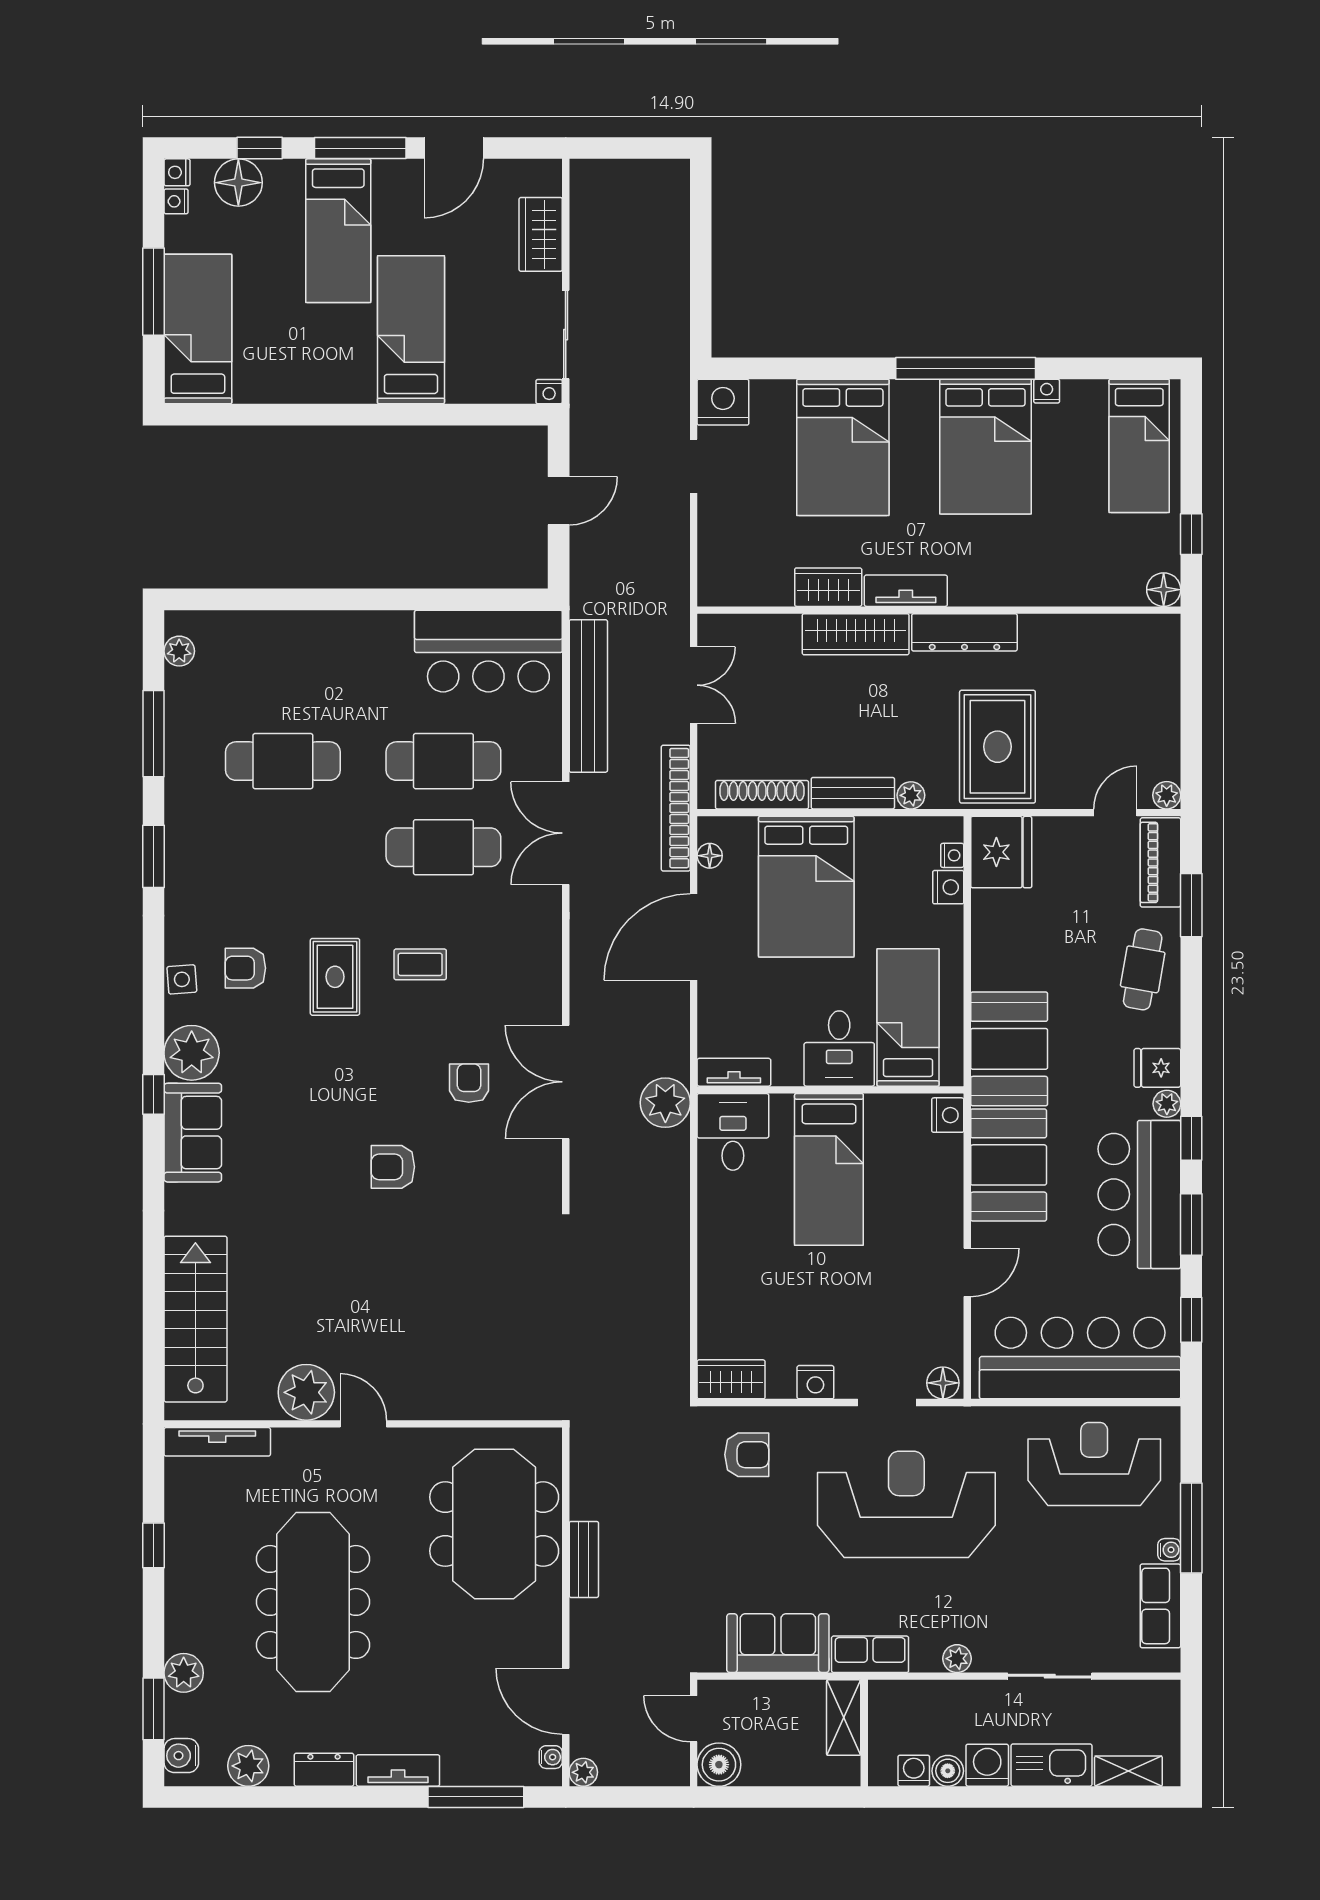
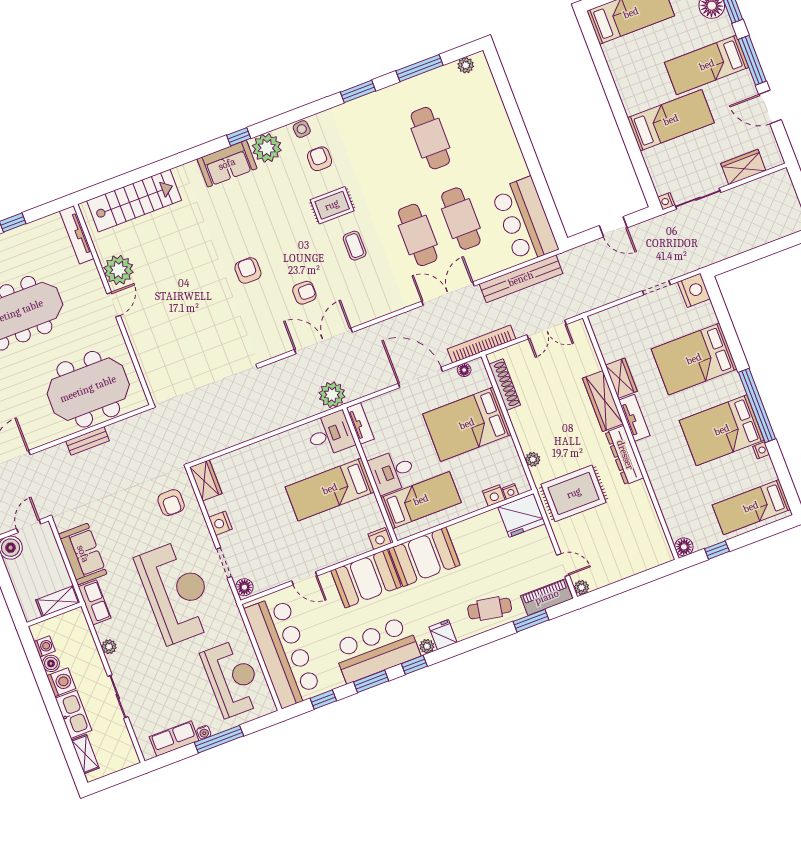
bench: (853, 793) -> (523, 430), removed

